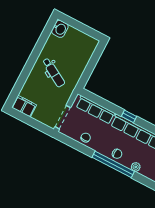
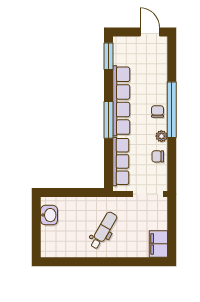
washbasin: (60, 29) -> (49, 215), moved, turned 90
window: (129, 116) -> (108, 120), width x2.17
plant: (136, 167) -> (161, 136), moved

